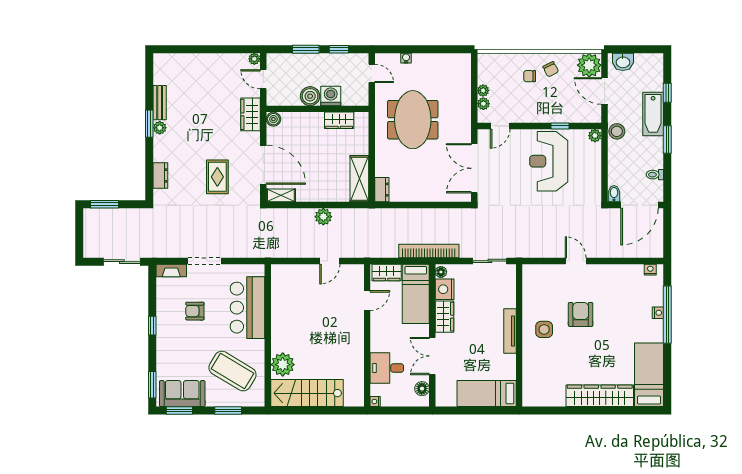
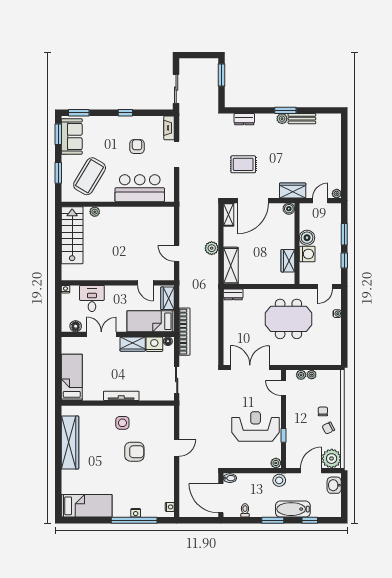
shelving: (359, 179) -> (231, 266), moved, turned 90
plant: (283, 365) -> (95, 212), width x0.53, depth x0.53
wardrobe: (600, 396) -> (70, 442), moved

